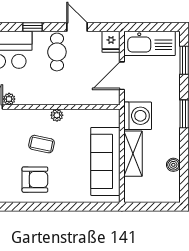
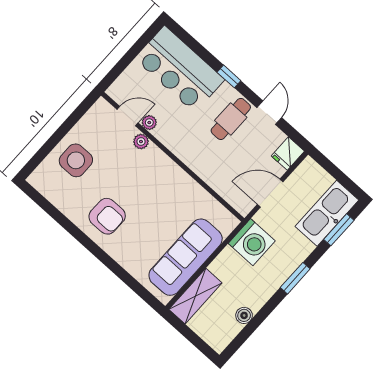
kitchen sink: (150, 43) -> (327, 213), moved, turned 90
plant: (57, 115) -> (141, 142), moved
coffee table: (42, 144) -> (142, 190), removed
shelving: (133, 154) -> (195, 296), moved

